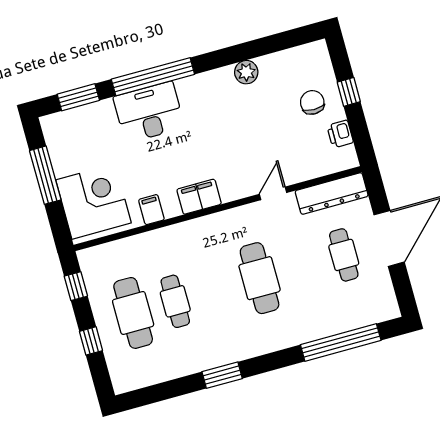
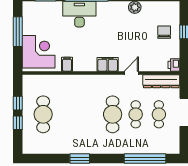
printer: (340, 134) -> (174, 65), moved
filing cabinet: (199, 197) -> (108, 64), moved
window: (76, 286) -> (18, 103), moved
cafe table: (175, 301) -> (136, 114), moved

